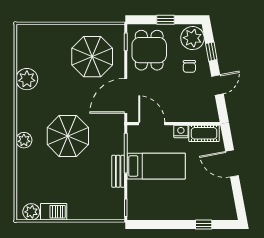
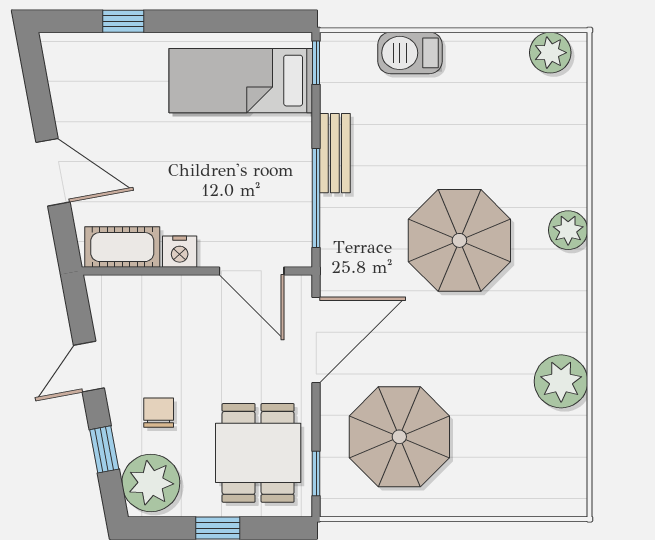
bed: (156, 166) -> (241, 81), moved
barbecue: (54, 212) -> (410, 53), moved

